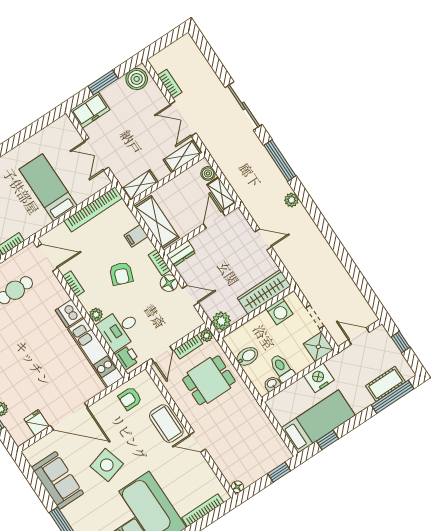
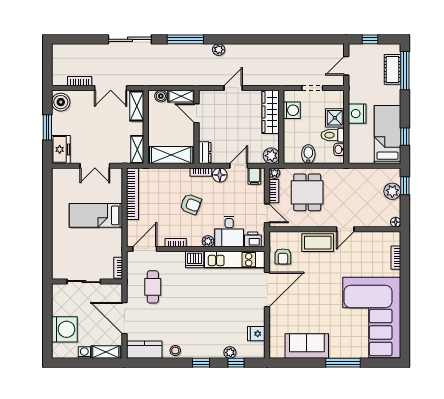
filing cabinet: (136, 236) -> (254, 176), moved
shower: (318, 347) -> (335, 118), moved
door: (69, 416) -> (267, 289), moved
plant: (266, 463) -> (392, 191), added
side table: (107, 465) -> (319, 304), removed
bookcase: (203, 510) -> (396, 258), width x0.64

